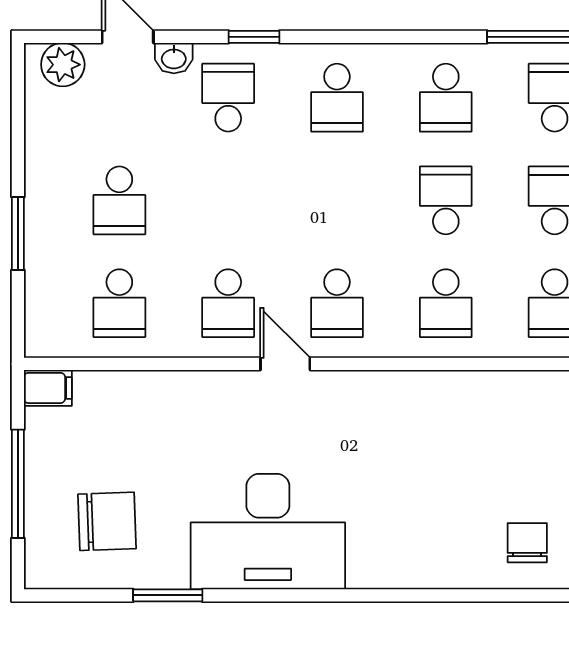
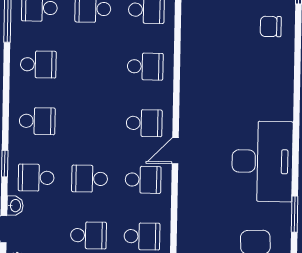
school desk: (446, 200) -> (90, 179), moved

